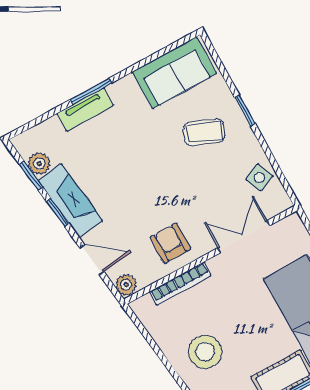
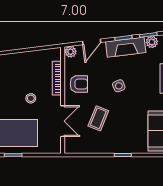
coffee table: (204, 132) -> (98, 118), moved
side table: (259, 178) -> (119, 86), moved
stool: (205, 352) -> (31, 98), moved, width x0.53, depth x0.53

